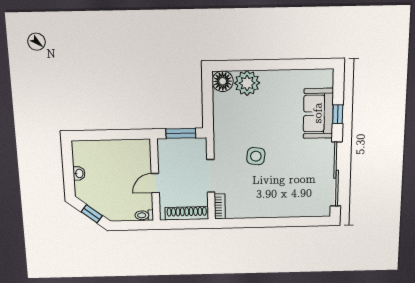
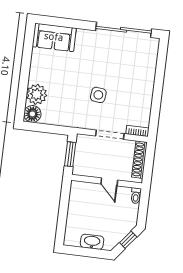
sofa: (318, 113) -> (54, 37), moved
window: (338, 114) -> (73, 23), removed
washbasin: (79, 173) -> (92, 242), width x1.91, depth x1.45

